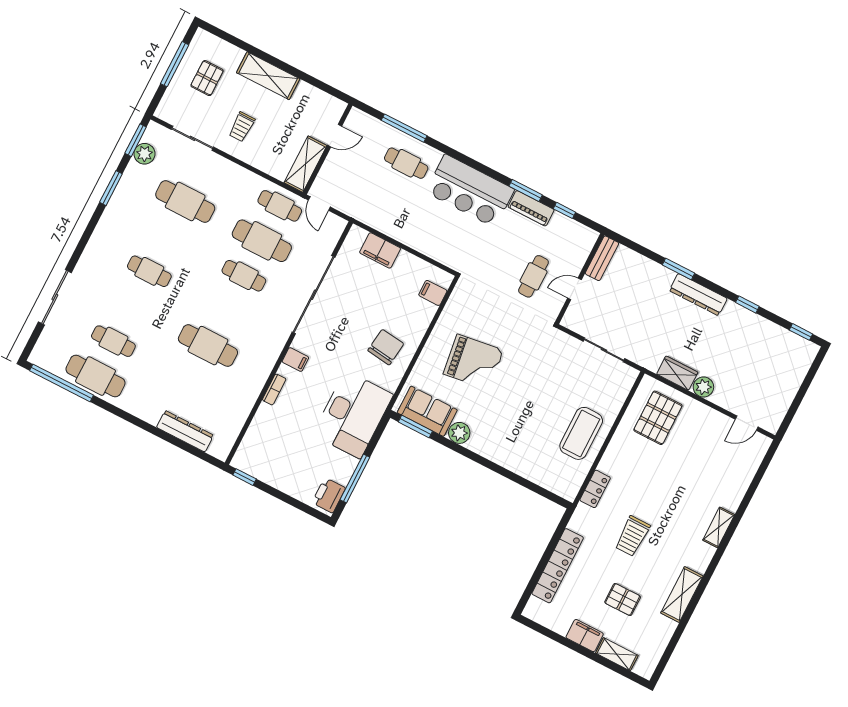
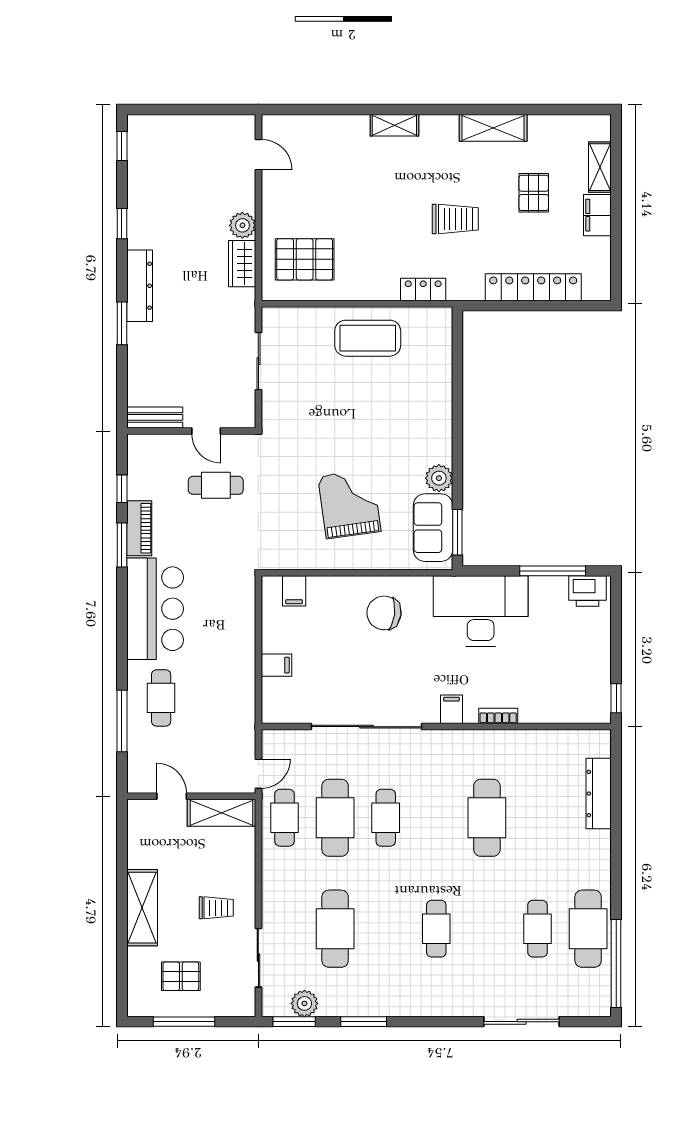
filing cabinet: (380, 250) -> (276, 665), width x0.50

